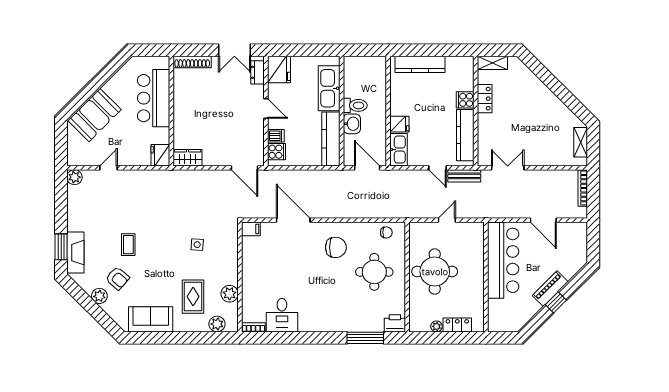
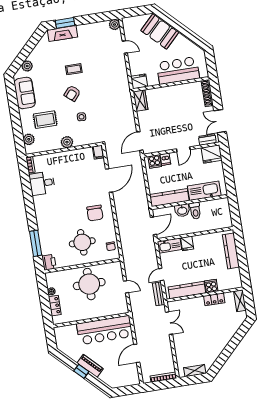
armchair: (117, 278) -> (72, 93), moved
plant: (230, 294) -> (67, 142), moved
plant: (99, 296) -> (27, 66), moved

